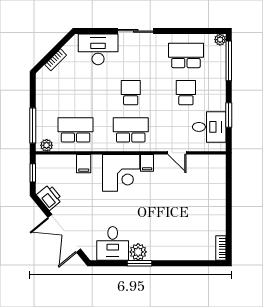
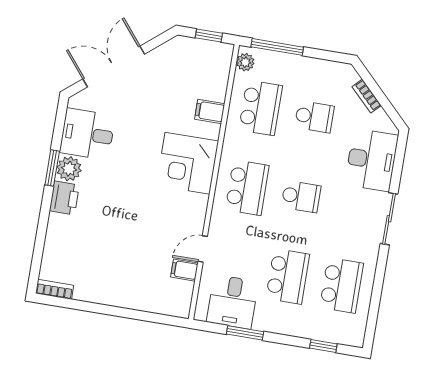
plant: (220, 40) -> (356, 339), removed
window: (229, 61) -> (323, 346), width x0.46
school desk: (76, 93) -> (314, 117), added
school desk: (186, 93) -> (288, 276), width x1.85
filing cabinet: (147, 163) -> (184, 270), moved
printer: (49, 197) -> (64, 198), moved, turned -51

